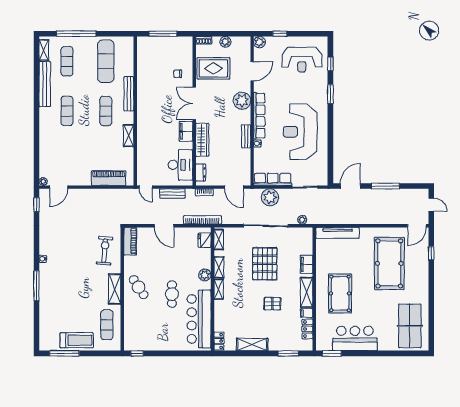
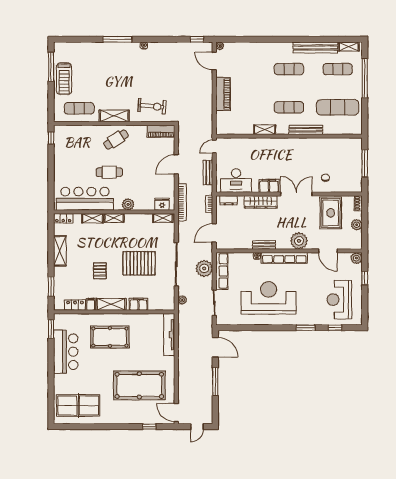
piano: (109, 178) -> (223, 94), moved
shelving: (219, 267) -> (93, 218), moved

